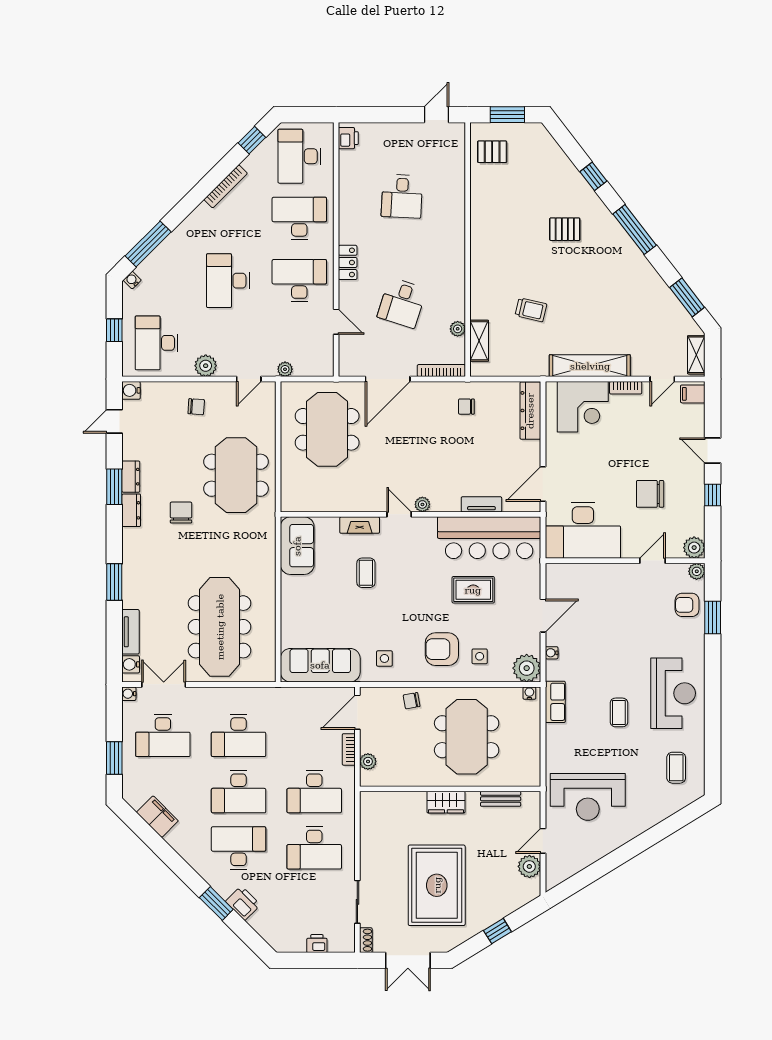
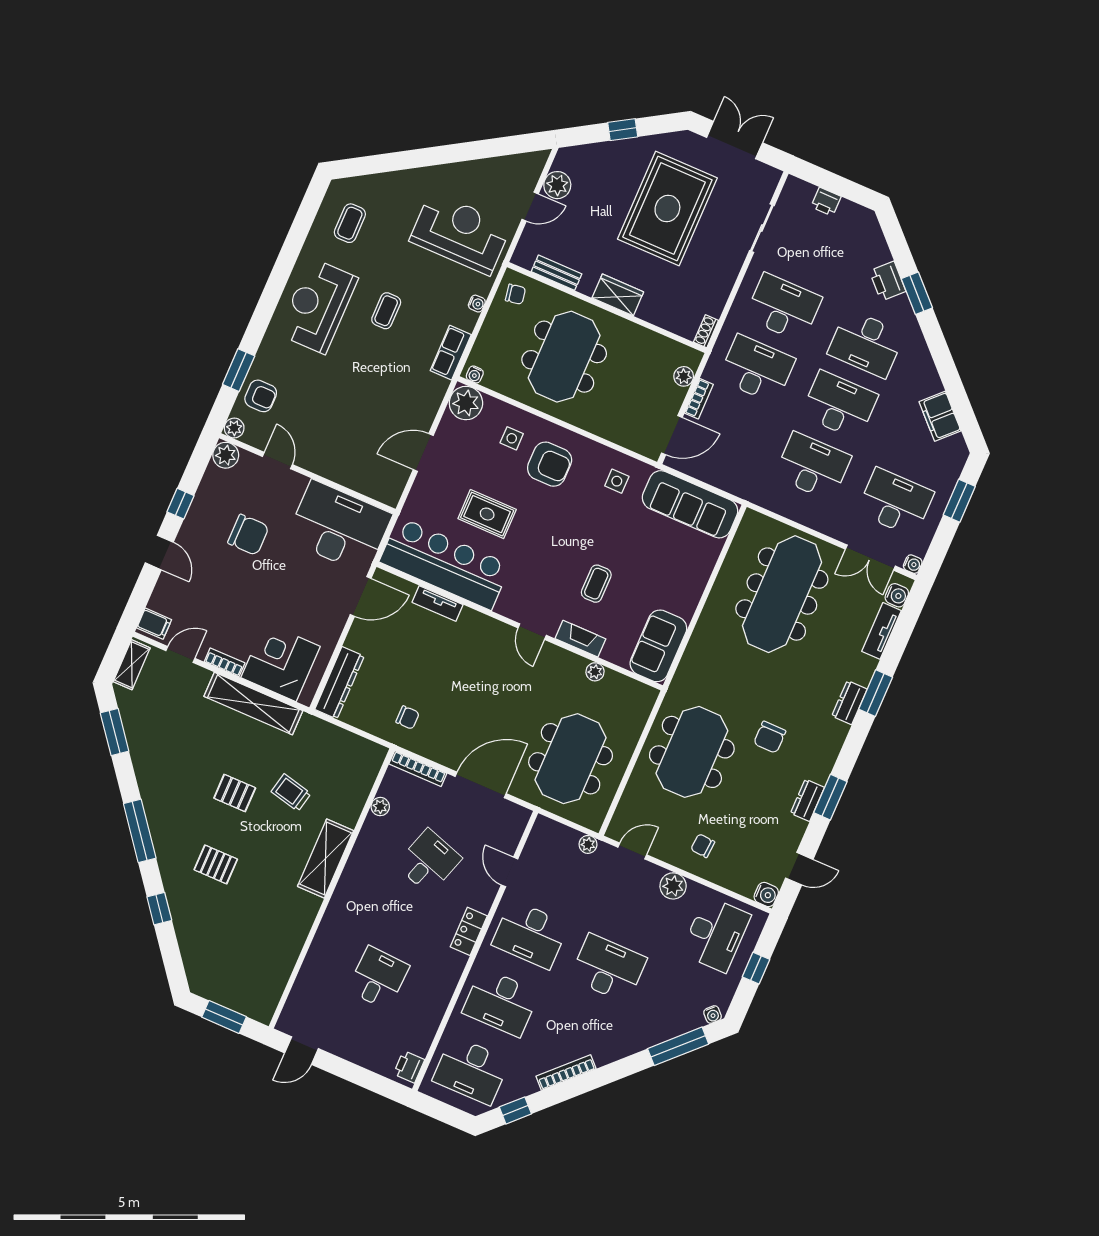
pallet: (492, 152) -> (235, 793), moved
desk: (299, 156) -> (471, 1070), turned 90
desk: (228, 281) -> (608, 968), turned -90
shelving: (479, 341) -> (326, 859), moved, width x1.50, depth x1.33
plant: (422, 504) -> (595, 672), moved
dresser: (131, 510) -> (849, 703), moved
door: (653, 561) -> (277, 461), swing flipped
water cooler: (552, 653) -> (477, 304), moved
chair: (412, 701) -> (515, 294), moved
shoe rack: (366, 940) -> (706, 331), moved

